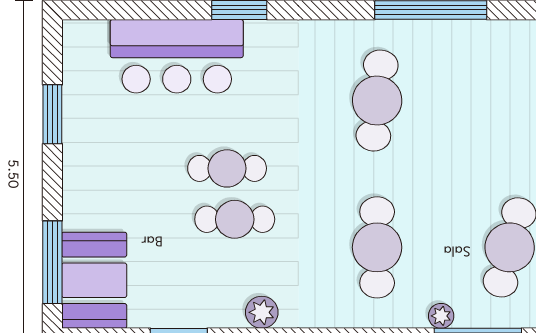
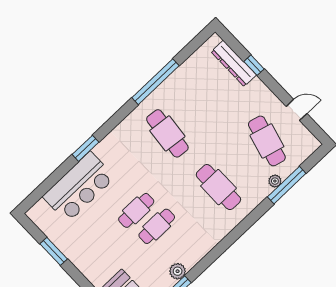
plant: (262, 312) -> (178, 271), moved
plant: (441, 316) -> (275, 181), moved

